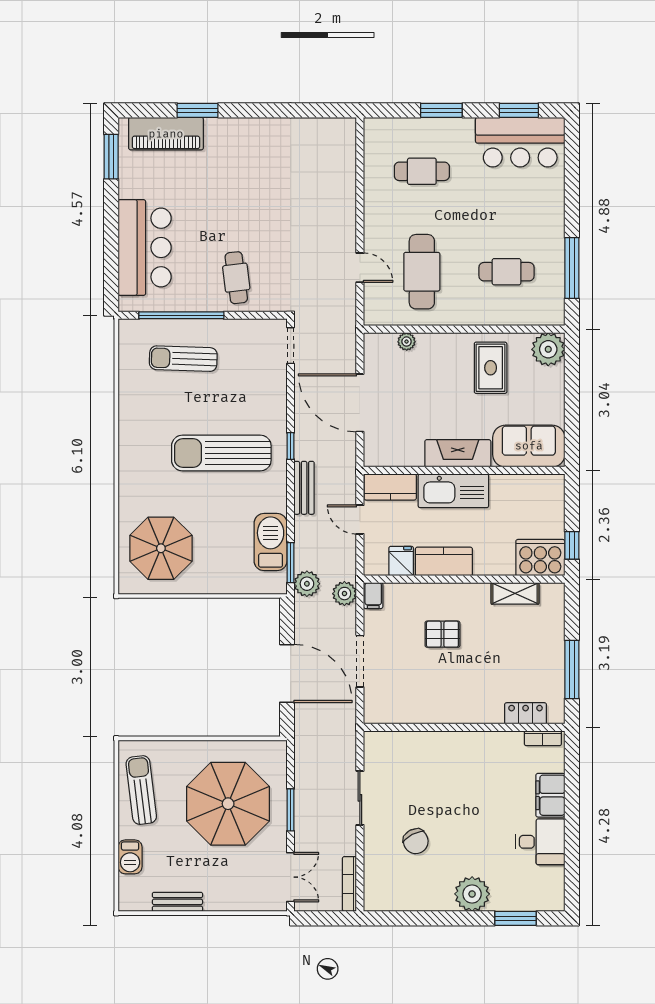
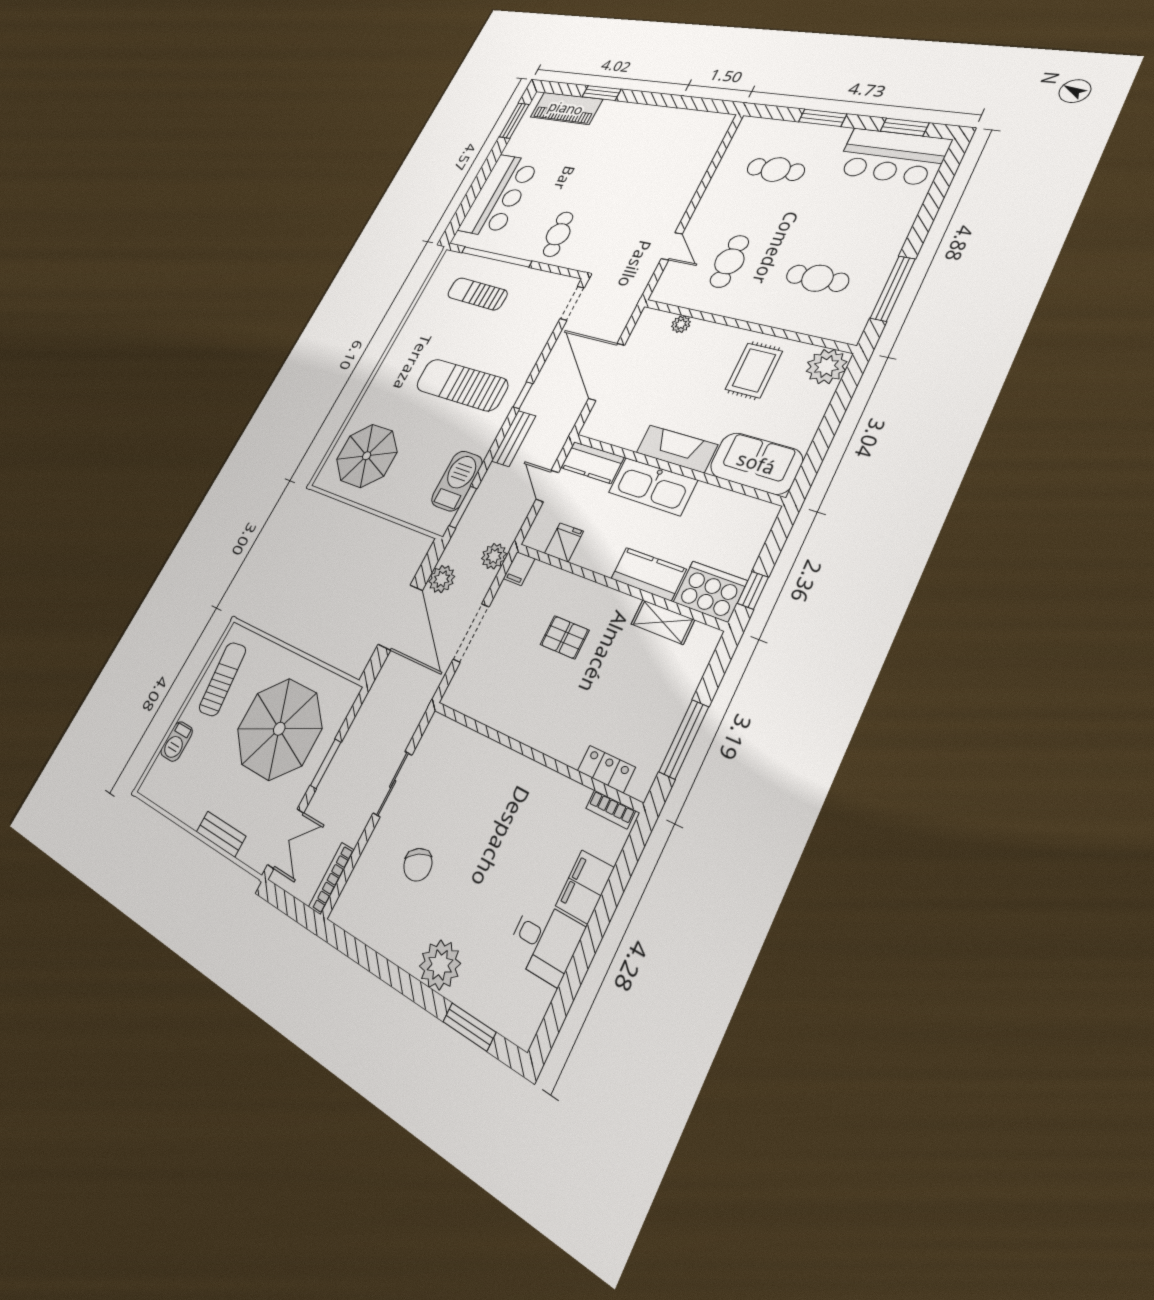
cafe table: (422, 272) -> (729, 261), width x0.73, depth x0.74
kitchen counter: (444, 561) -> (648, 574), moved
plant: (307, 584) -> (442, 579), moved
bench: (177, 902) -> (221, 834), moved

